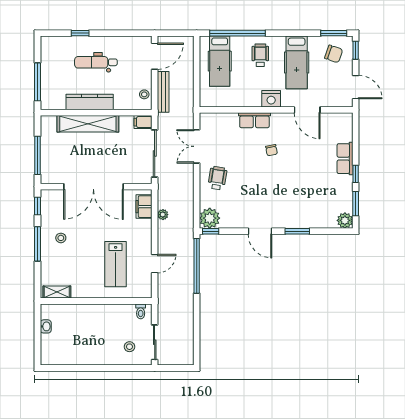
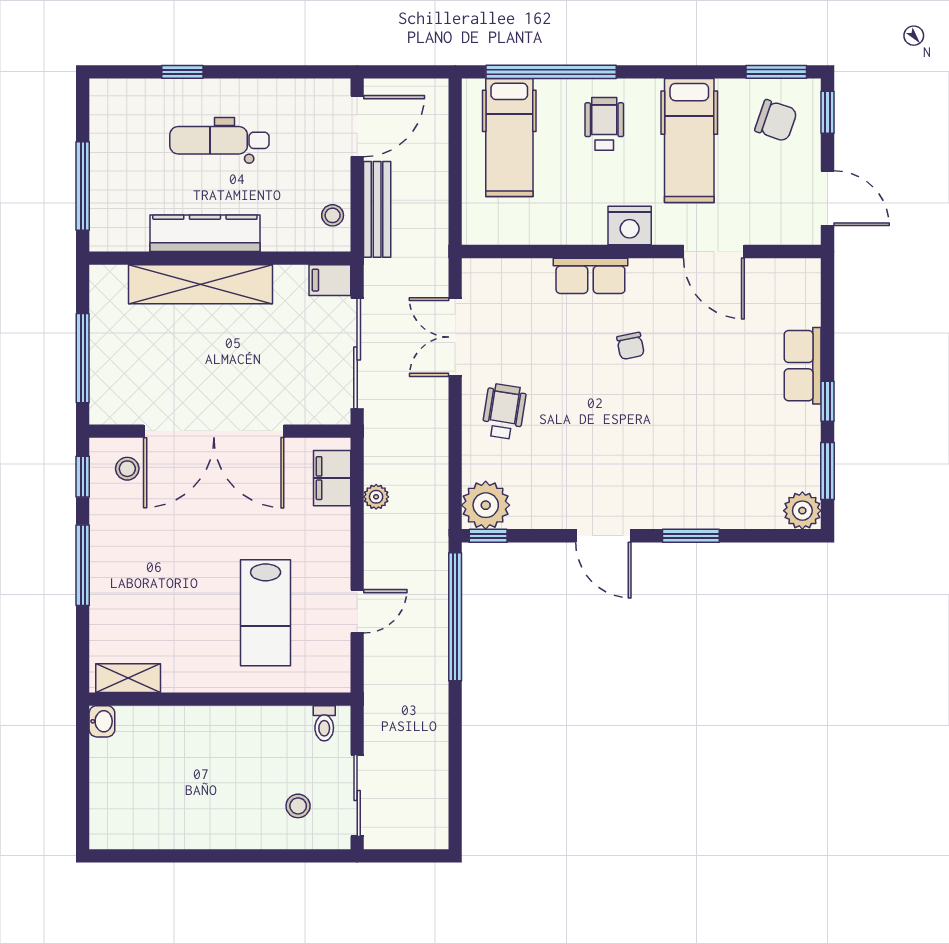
stool: (61, 238) -> (127, 469), moved
washbasin: (46, 326) -> (102, 721), moved

